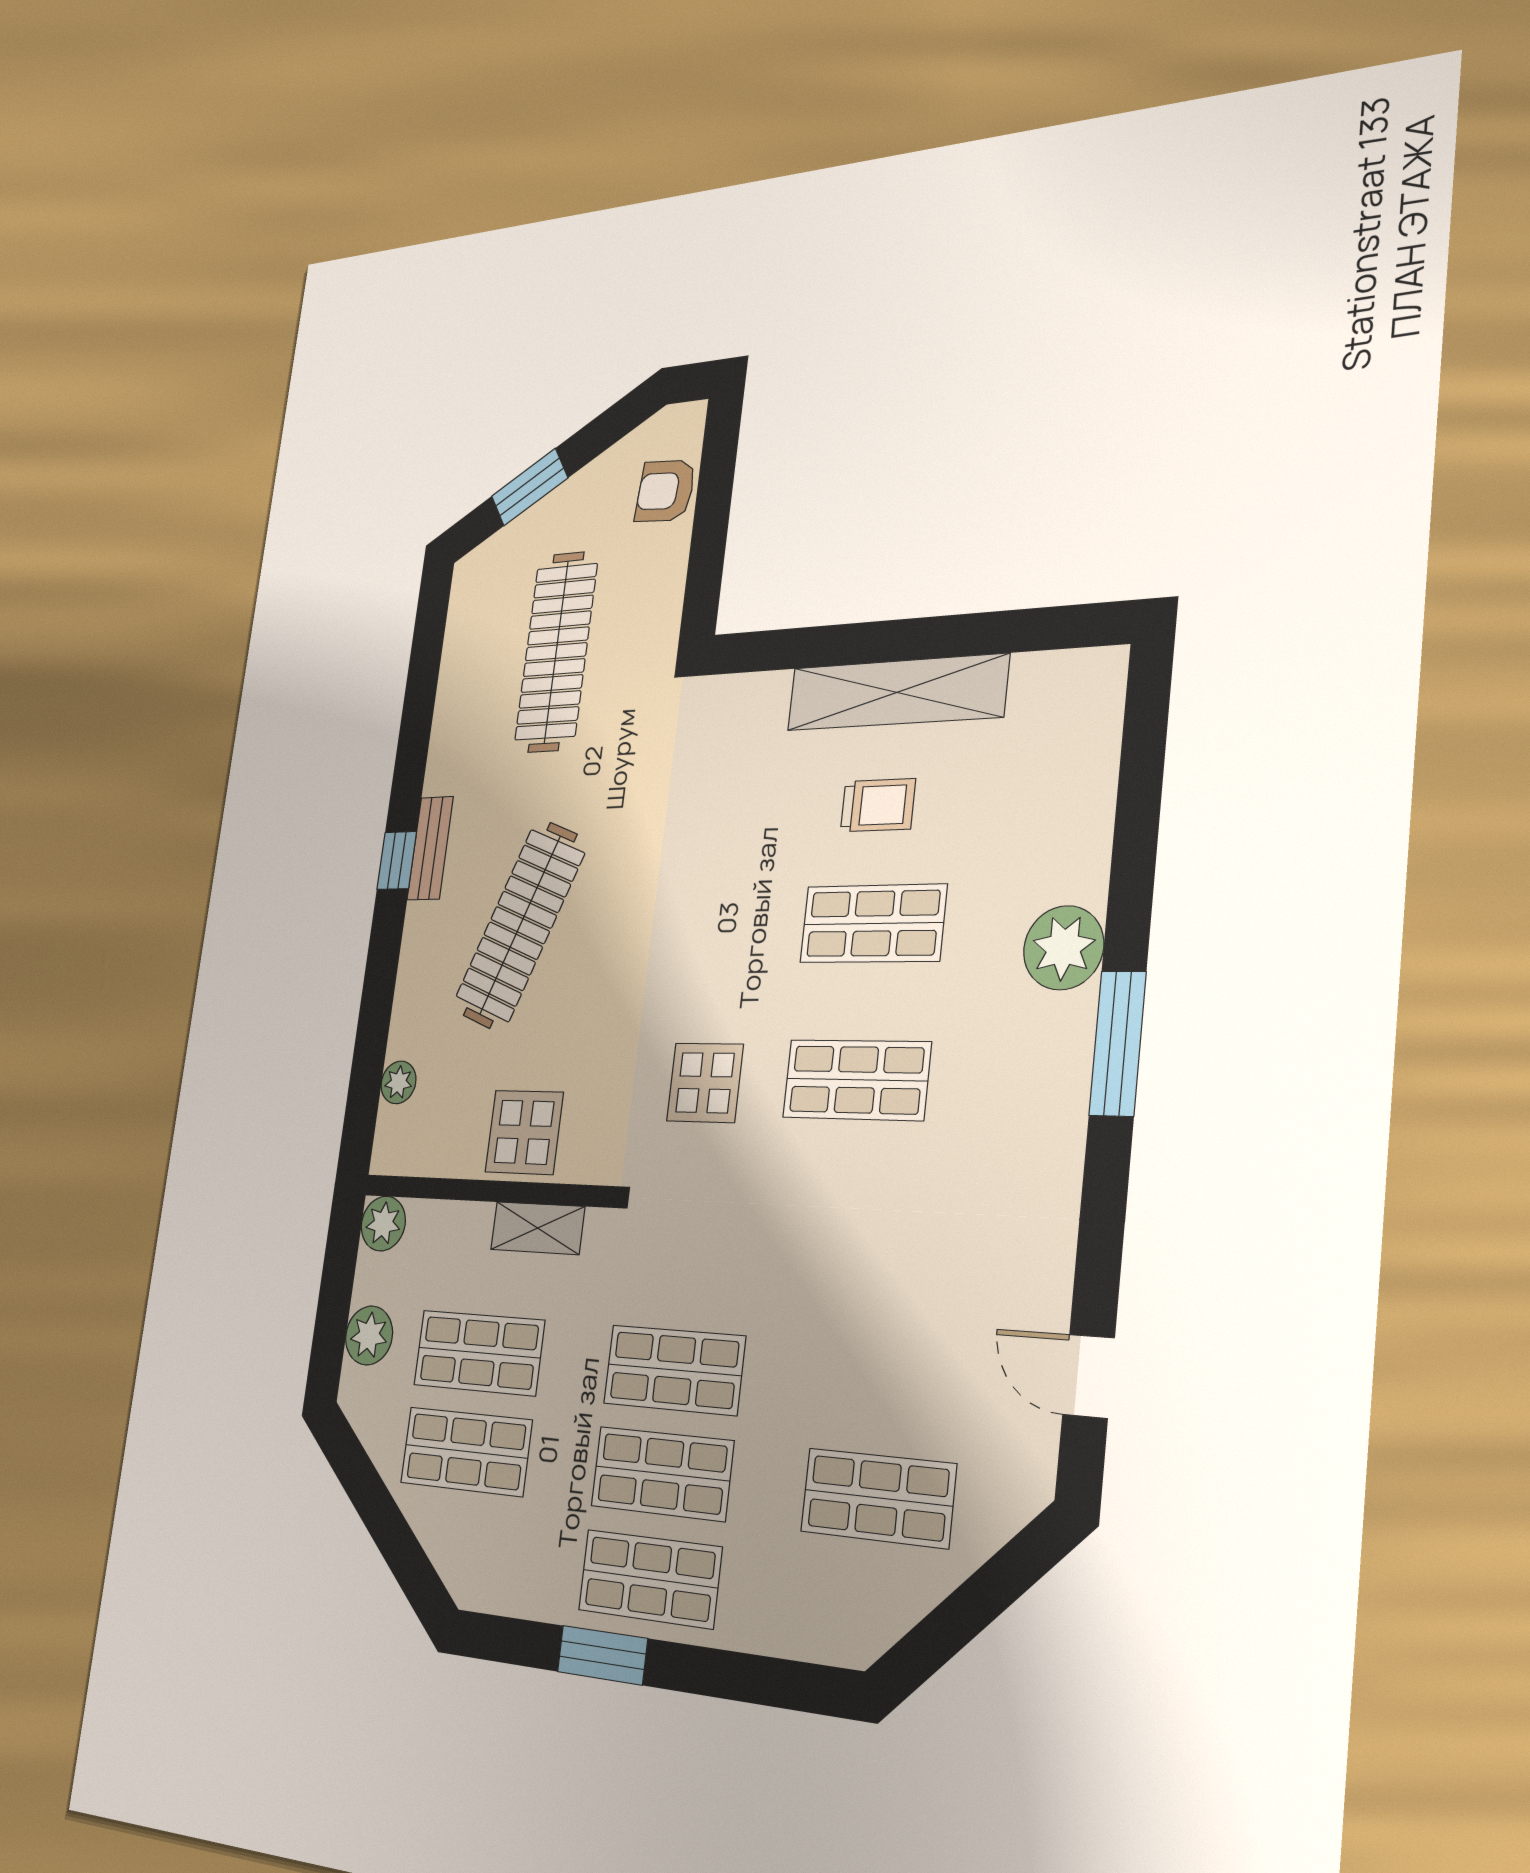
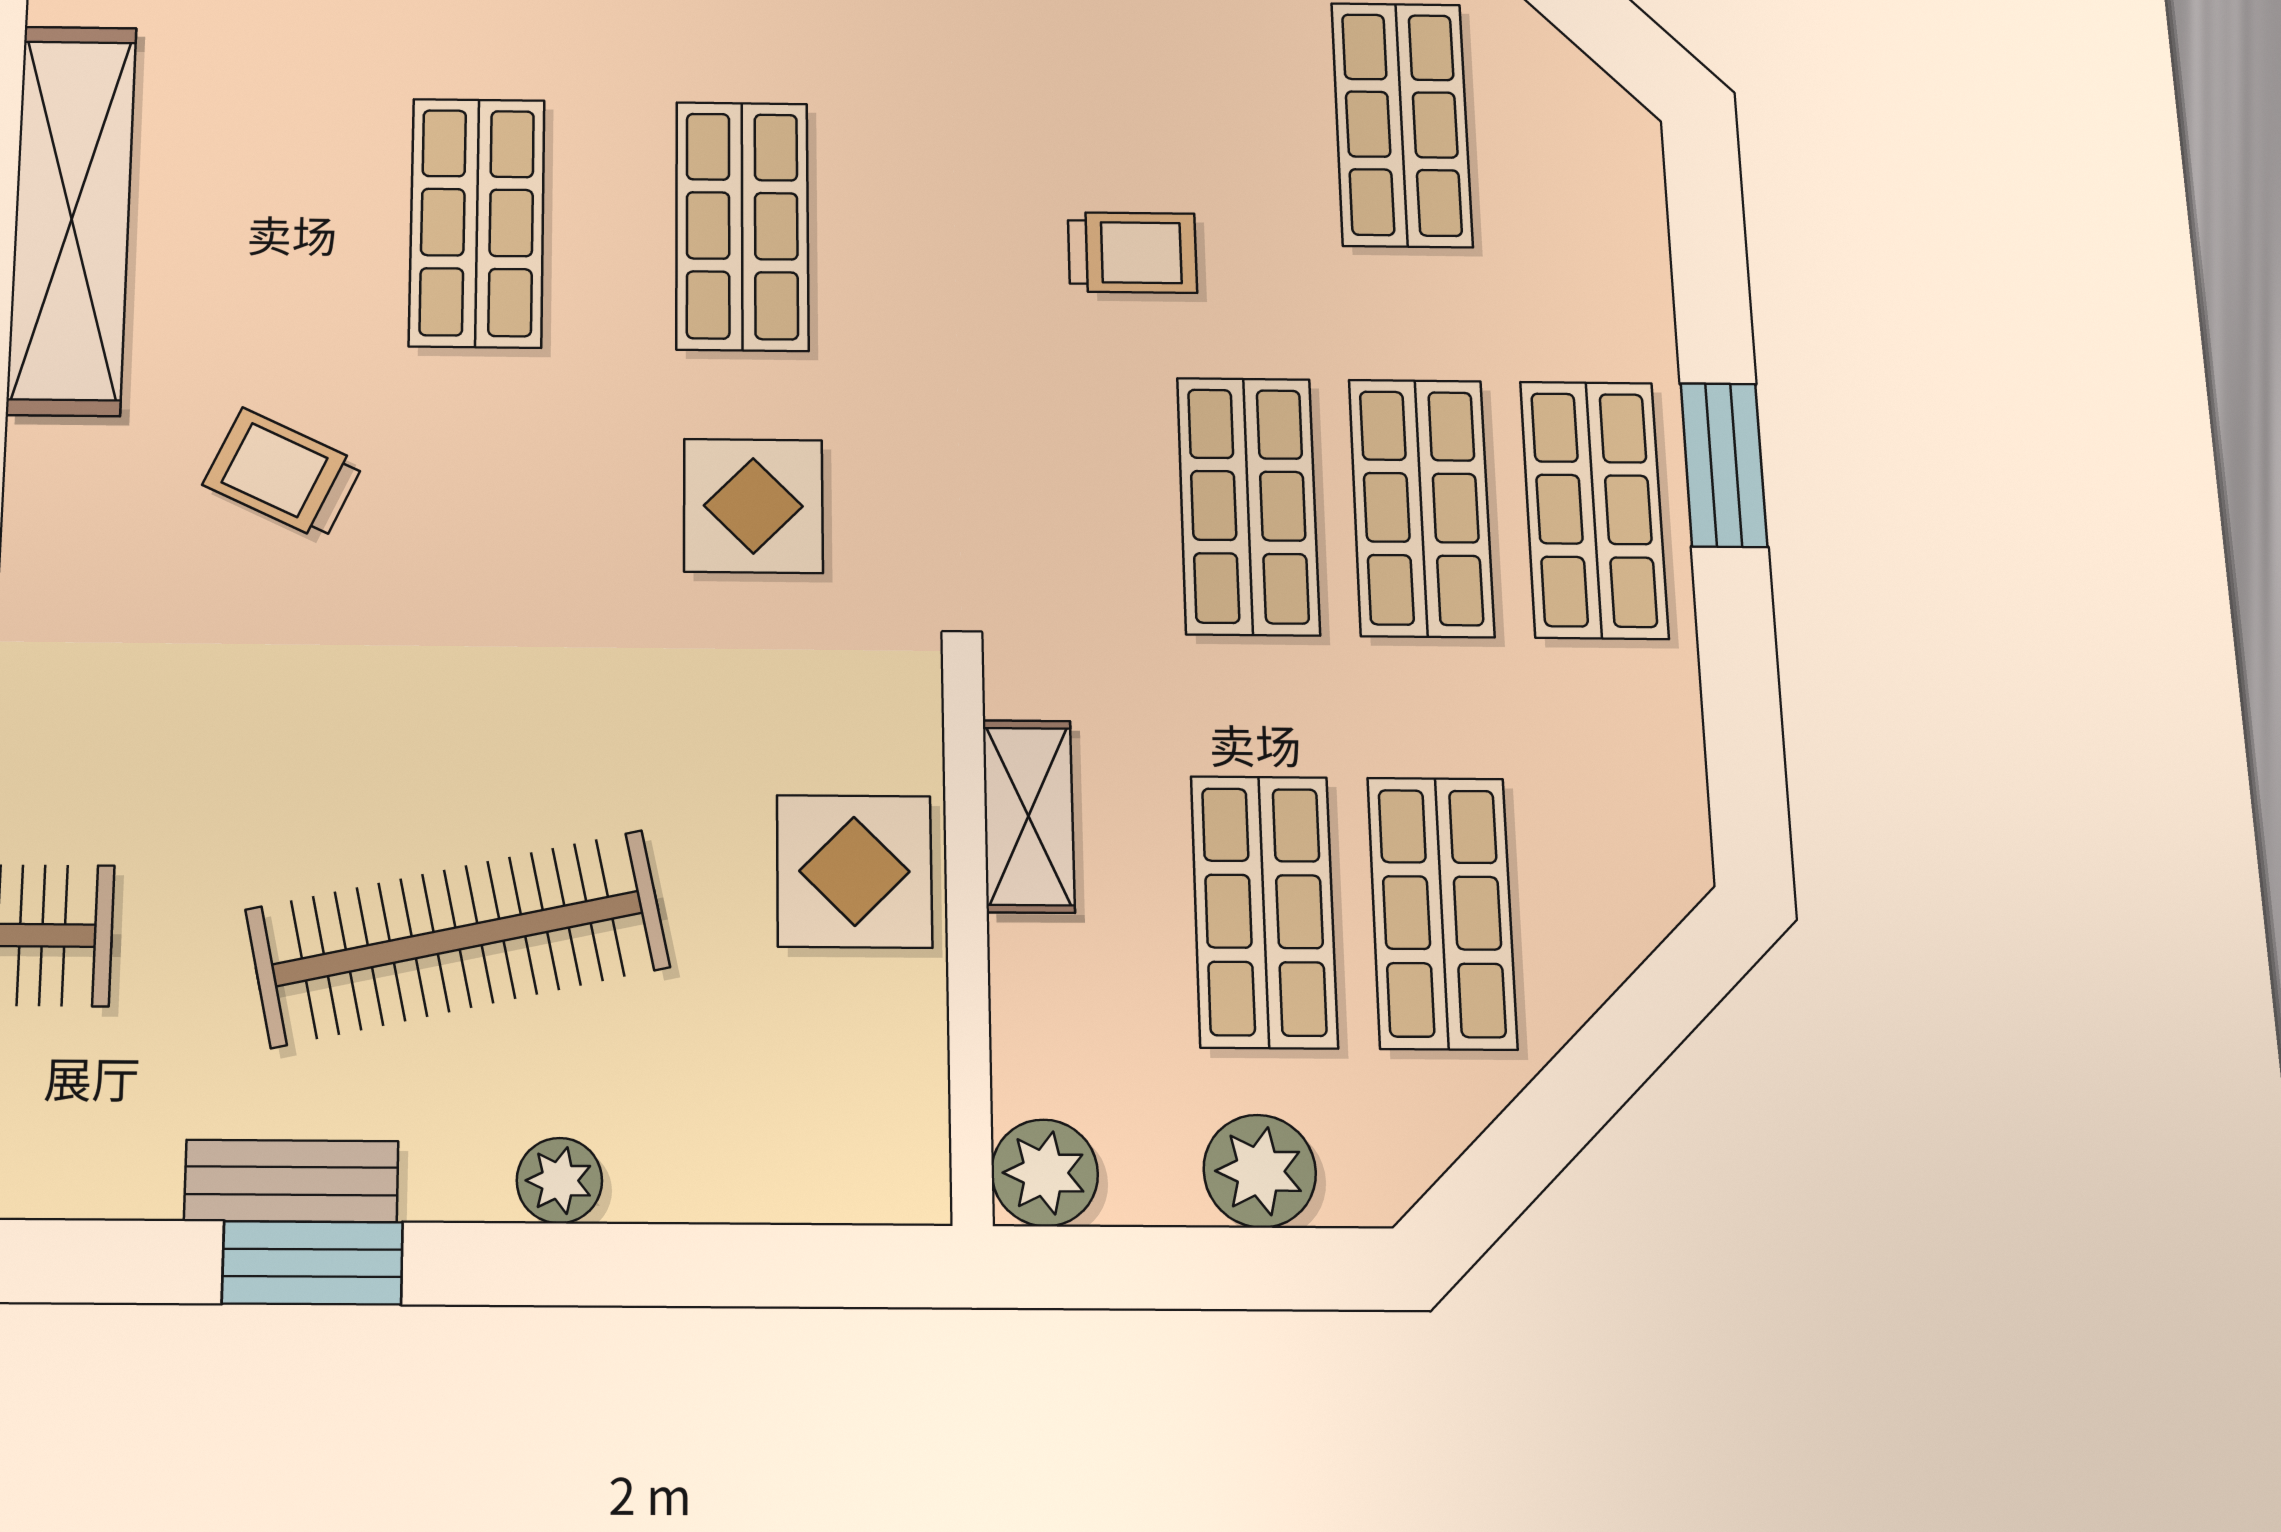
trolley: (878, 805) -> (283, 474), moved, turned -65
window: (397, 860) -> (312, 1263), width x1.50
clothes rail: (520, 925) -> (458, 939), turned -33
plant: (398, 1082) -> (559, 1181), moved
trolley: (819, 1316) -> (1132, 253), added
window: (602, 1655) -> (1724, 465), moved

